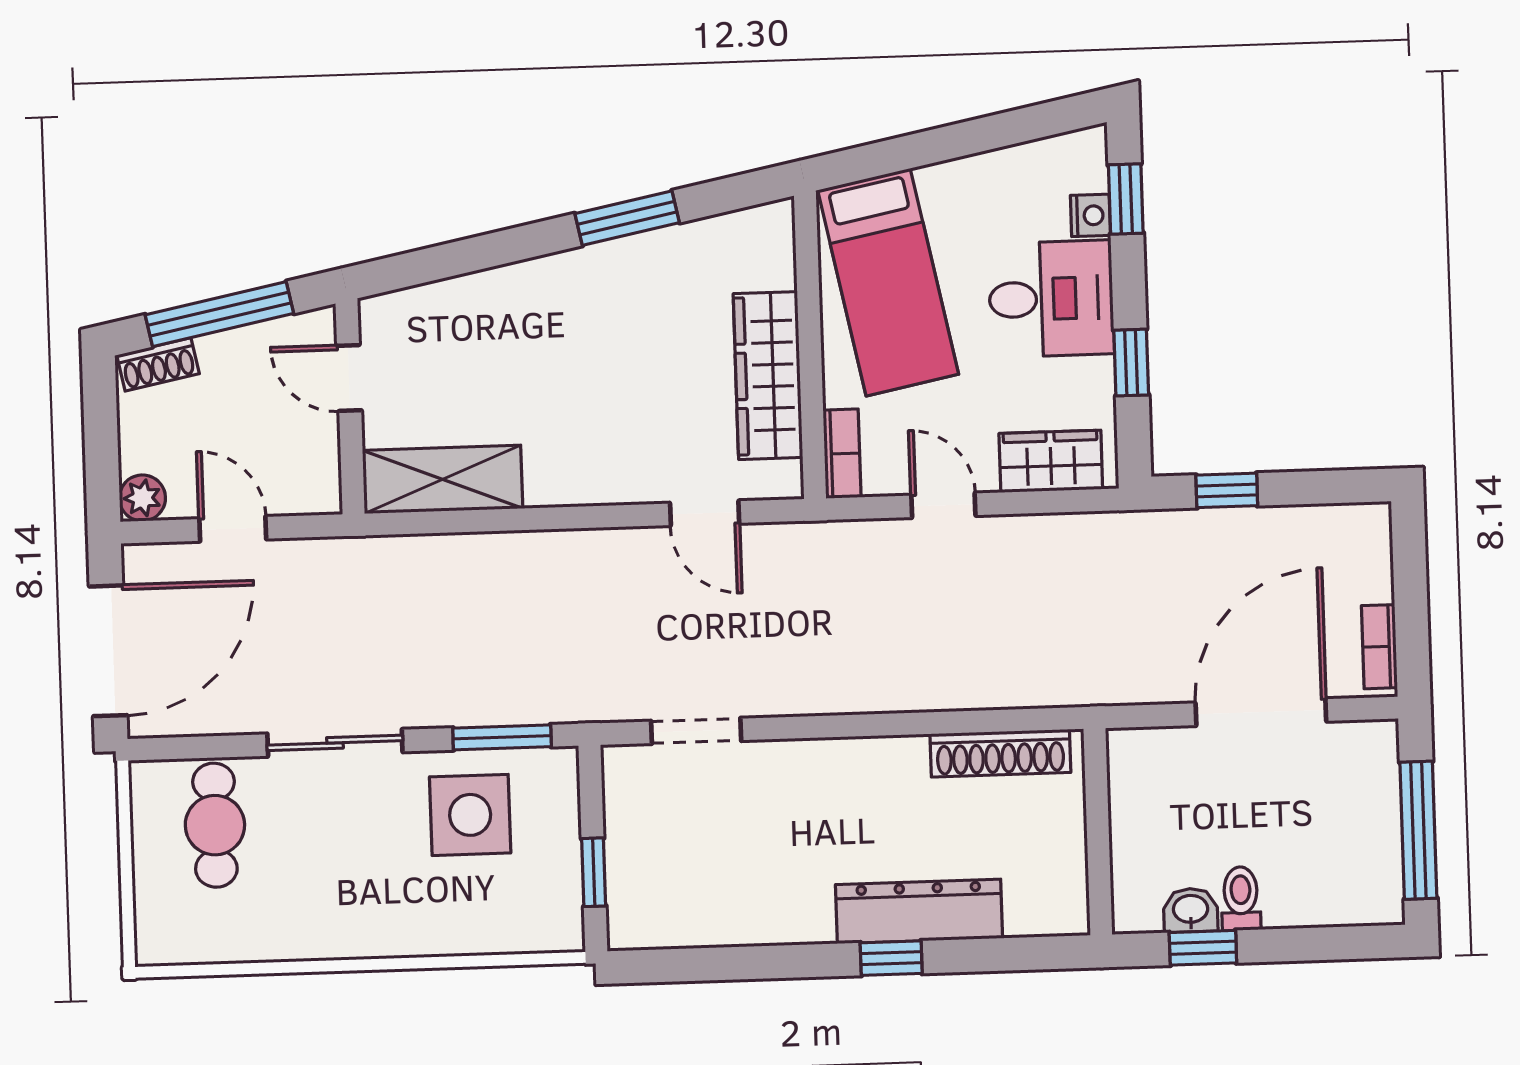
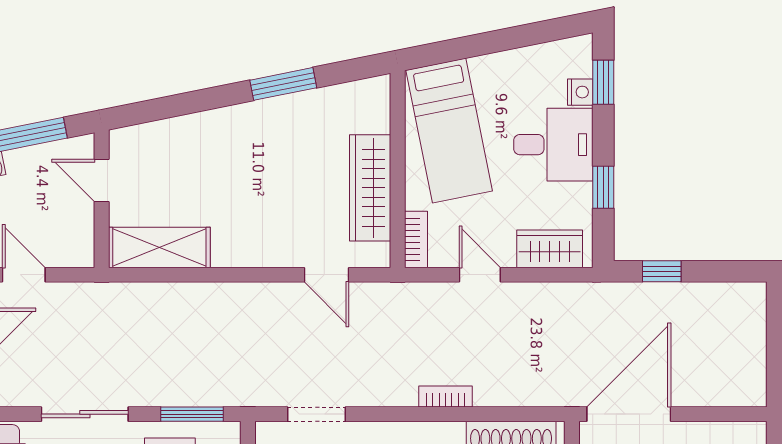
bookcase: (1379, 647) -> (445, 396), moved, turned 90
door: (1261, 712) -> (629, 414), moved

